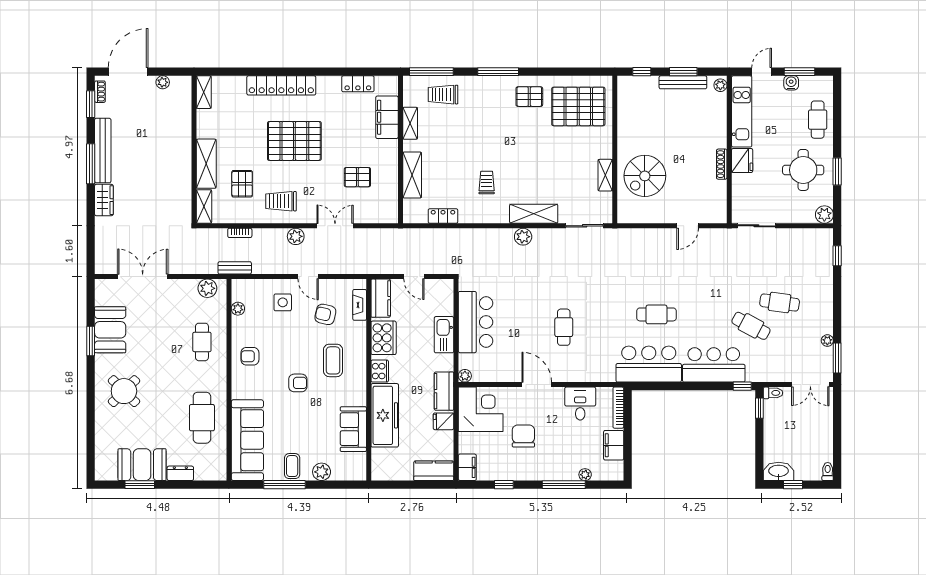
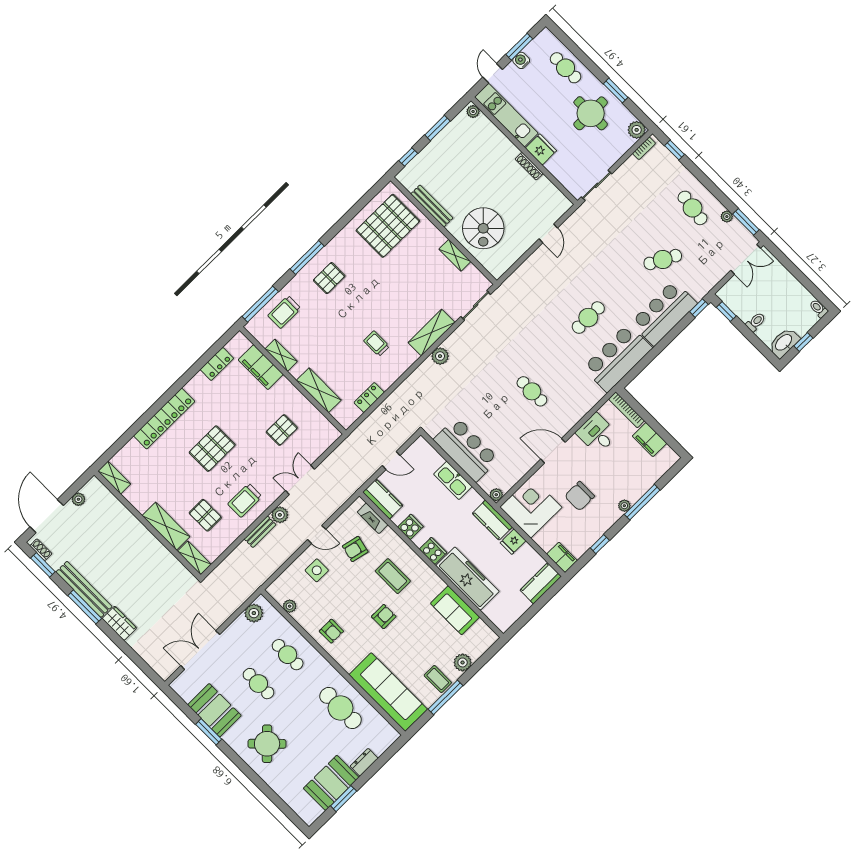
bench: (683, 82) -> (432, 206), moved, turned 90
pallet: (529, 97) -> (329, 278), moved
pallet: (294, 141) -> (212, 449), width x0.73, depth x0.71
bookcase: (240, 233) -> (644, 148), moved
bench: (235, 268) -> (260, 532), moved
cafe table: (780, 303) -> (693, 208), moved, turned 90
cooker: (384, 338) -> (410, 527), width x0.53, depth x0.76
cafe table: (161, 342) -> (258, 684), added
armchair: (250, 356) -> (331, 631), turned -90
toilet: (773, 393) -> (756, 322), moved
chair: (523, 436) -> (580, 496), turned -90
plant: (585, 475) -> (624, 506), moved

